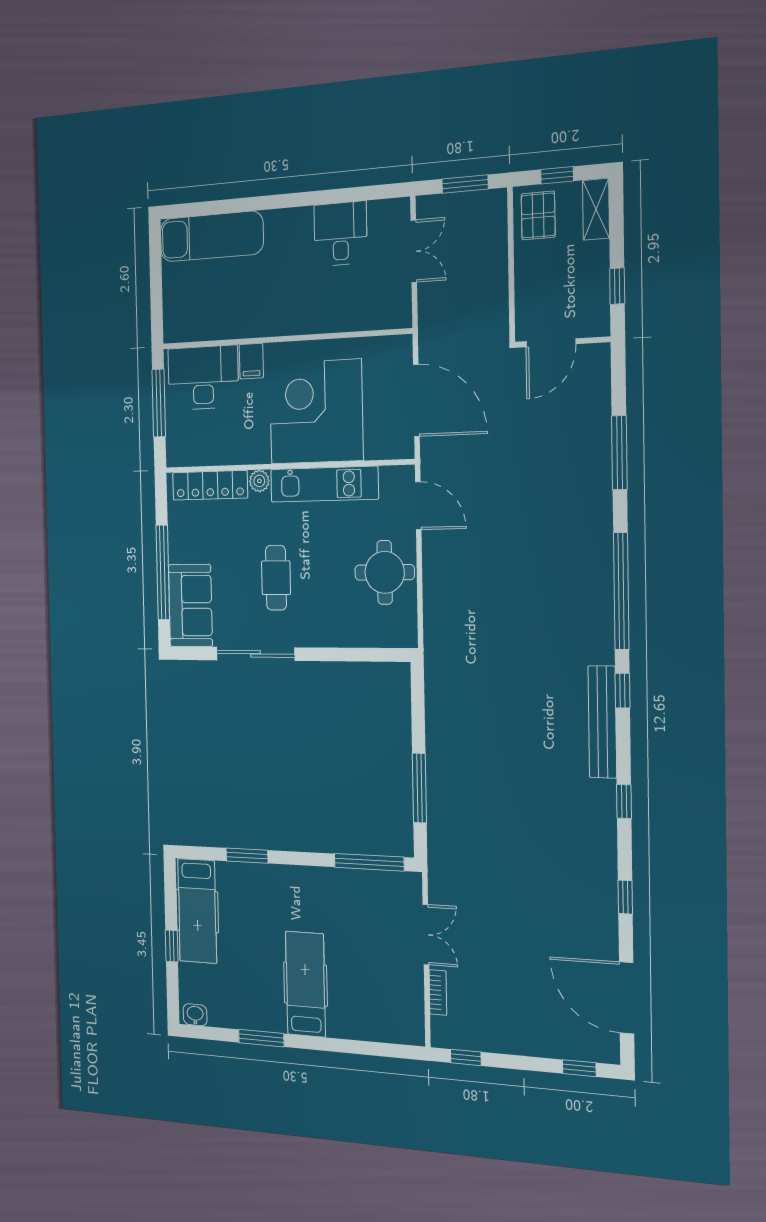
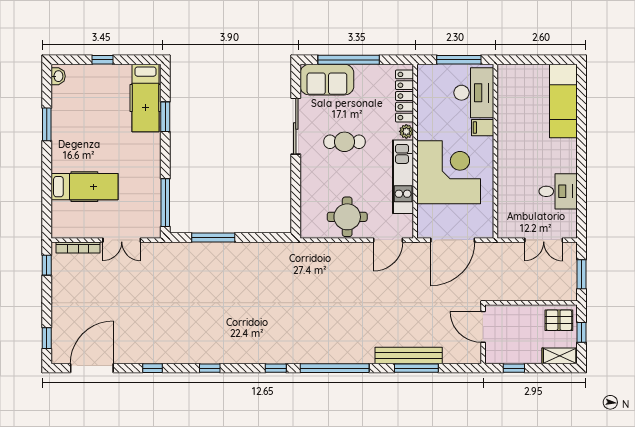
bench: (602, 722) -> (409, 355), moved
hospital bed: (197, 911) -> (145, 98), moved, turned -90
hospital bed: (305, 984) -> (84, 187), moved
bookcase: (438, 993) -> (78, 247), width x1.56

